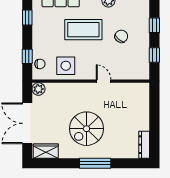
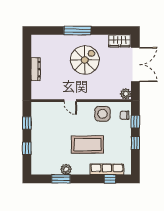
window: (27, 18) -> (135, 143), moved
chair: (121, 36) -> (55, 139), removed
dresser: (144, 145) -> (36, 69), moved

